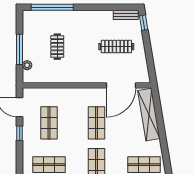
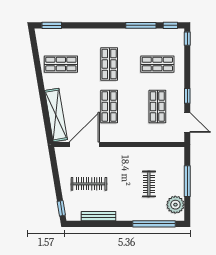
bench: (126, 15) -> (99, 216), moved, width x1.36
plant: (27, 65) -> (175, 205), moved, width x1.88, depth x1.88

